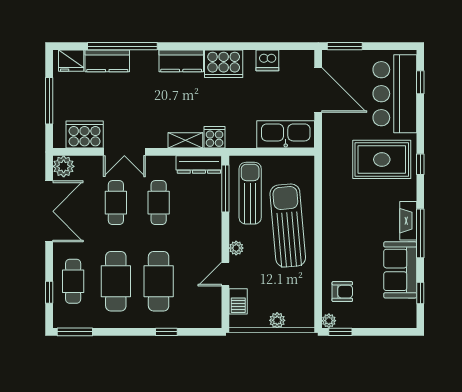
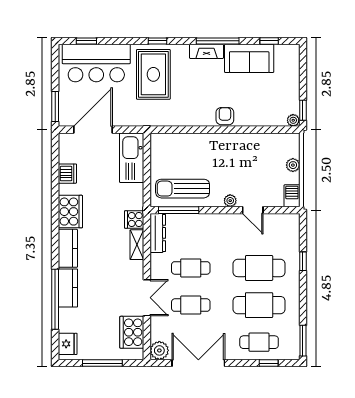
kitchen counter: (107, 61) -> (68, 288), moved
sun lounger: (288, 226) -> (211, 156), removed
armchair: (342, 292) -> (225, 116), moved
barbecue: (238, 301) -> (292, 196), moved, turned -90

